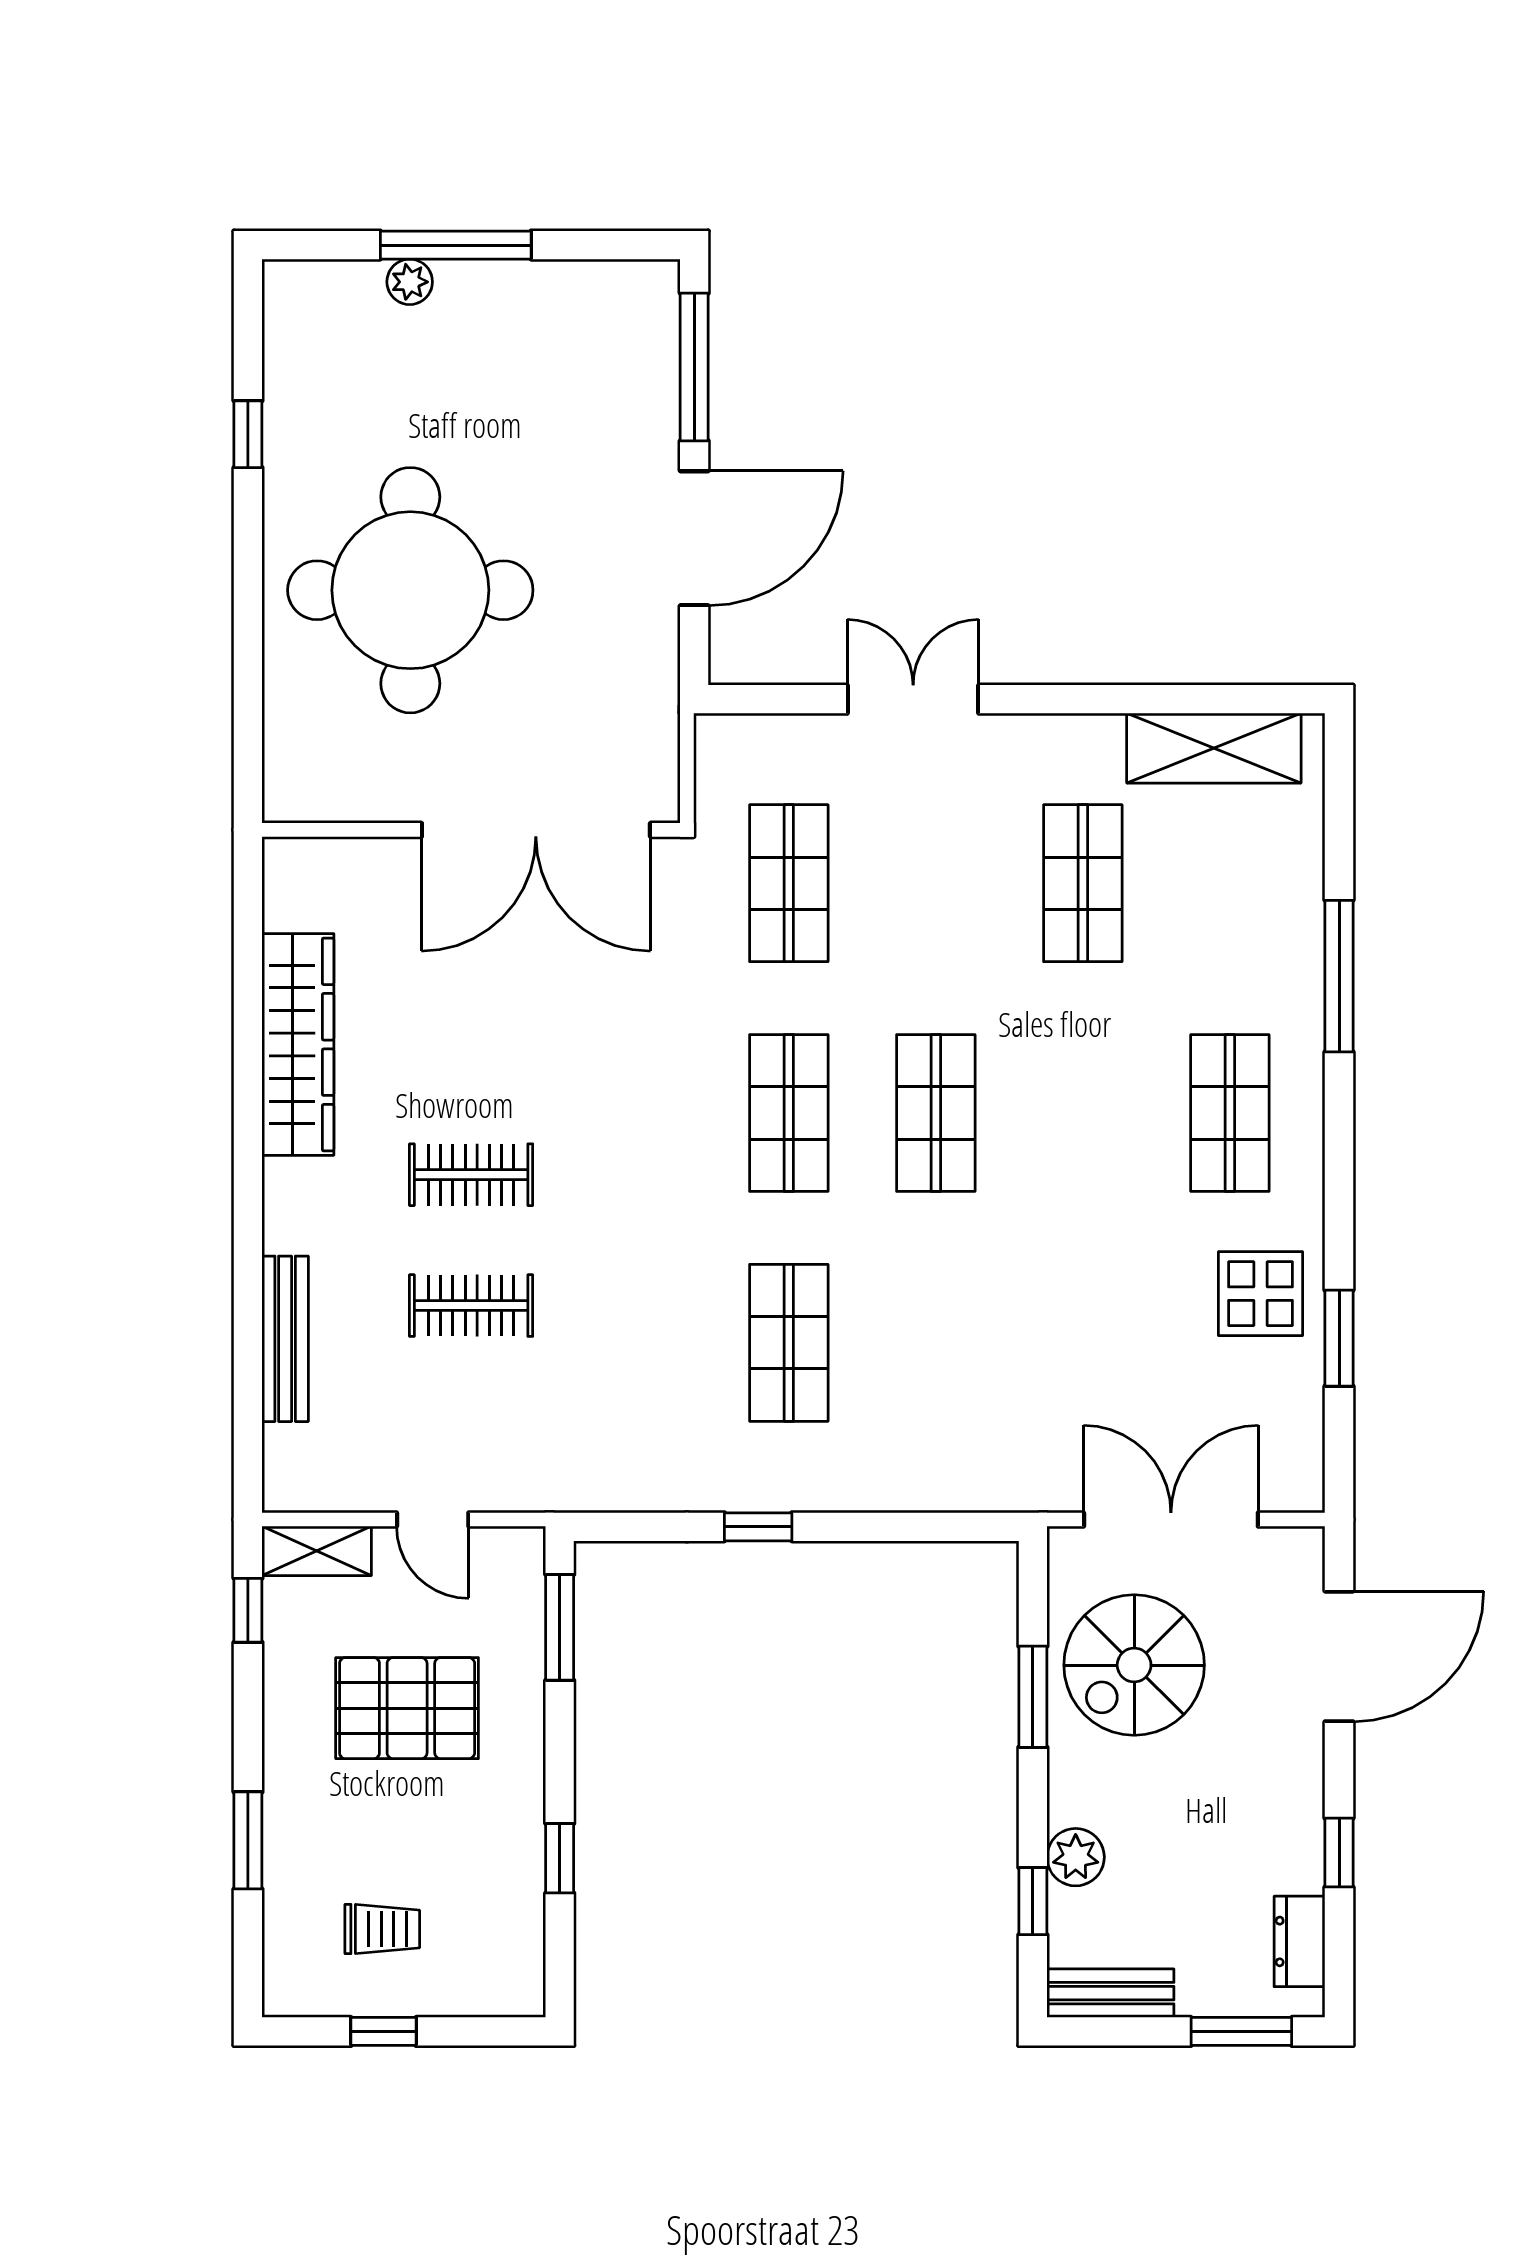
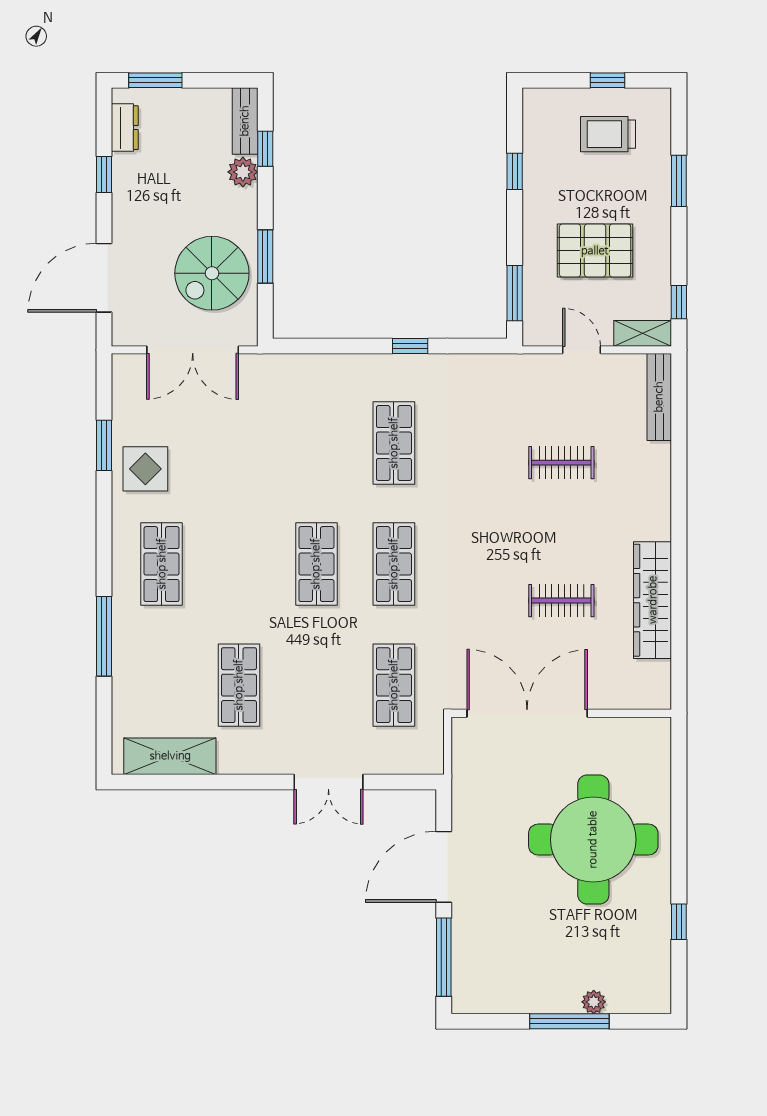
clothes rail: (471, 1175) -> (561, 601), moved
bench: (285, 1339) -> (659, 397), moved
spiral stairs: (1134, 1665) -> (212, 273), turned 180
trolley: (382, 1929) -> (608, 134), width x1.36, depth x1.39
bench: (1110, 1993) -> (245, 121), moved, turned 90

